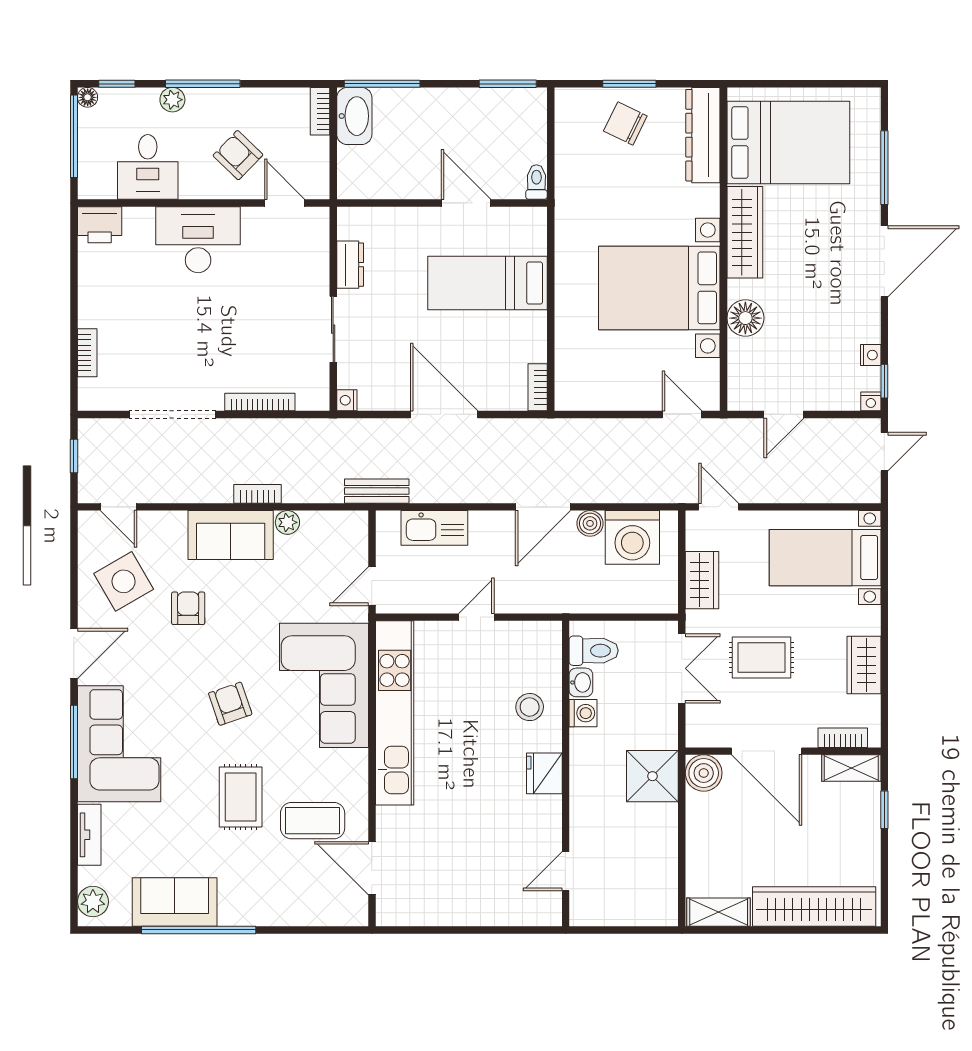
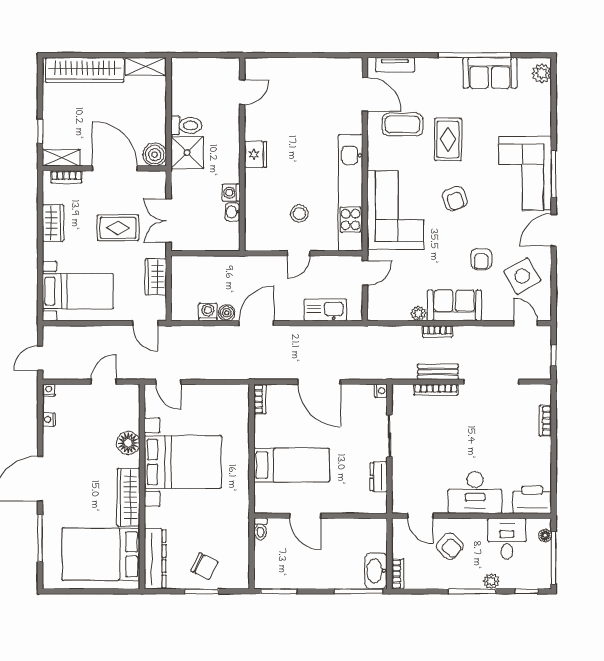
floor lamp: (88, 97) -> (545, 536), moved
printer: (100, 225) -> (532, 500), width x1.37, depth x1.19
window: (884, 381) -> (40, 403), removed
bench: (377, 491) -> (438, 372), moved
washing machine: (632, 537) -> (208, 312), width x0.53, depth x0.53
toilet: (594, 651) -> (186, 125), moved, turned 180
stool: (530, 707) -> (299, 214), moved
tv unit: (89, 835) -> (395, 65), moved, turned -90

